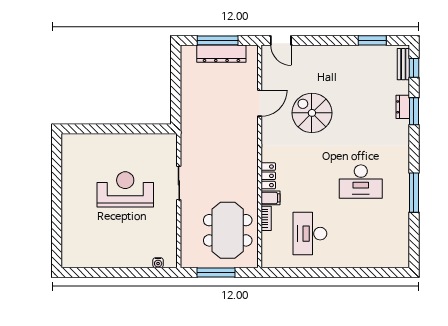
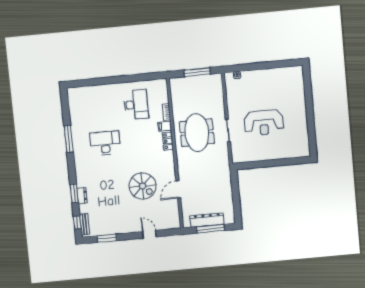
door: (281, 40) -> (149, 234), moved
meeting table: (228, 230) -> (197, 133), moved

